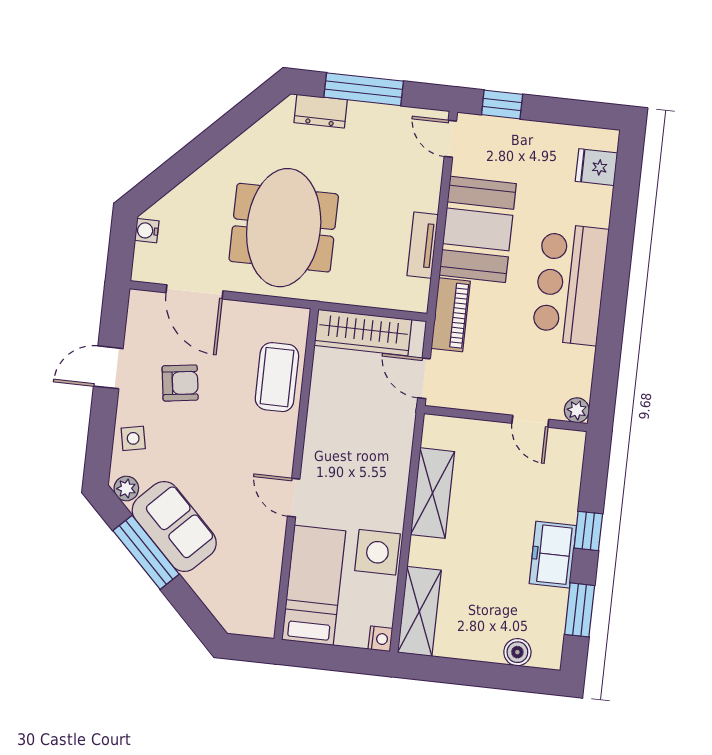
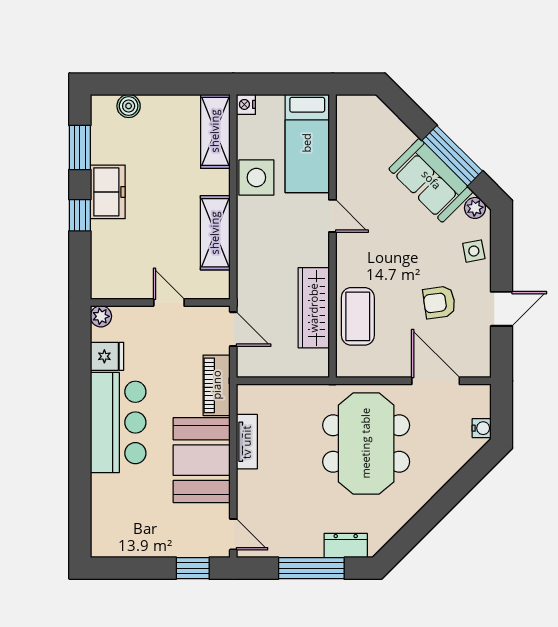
fridge: (596, 167) -> (107, 356), moved
wardrobe: (363, 332) -> (314, 308), moved, turned -90
door: (530, 421) -> (169, 303), moved

